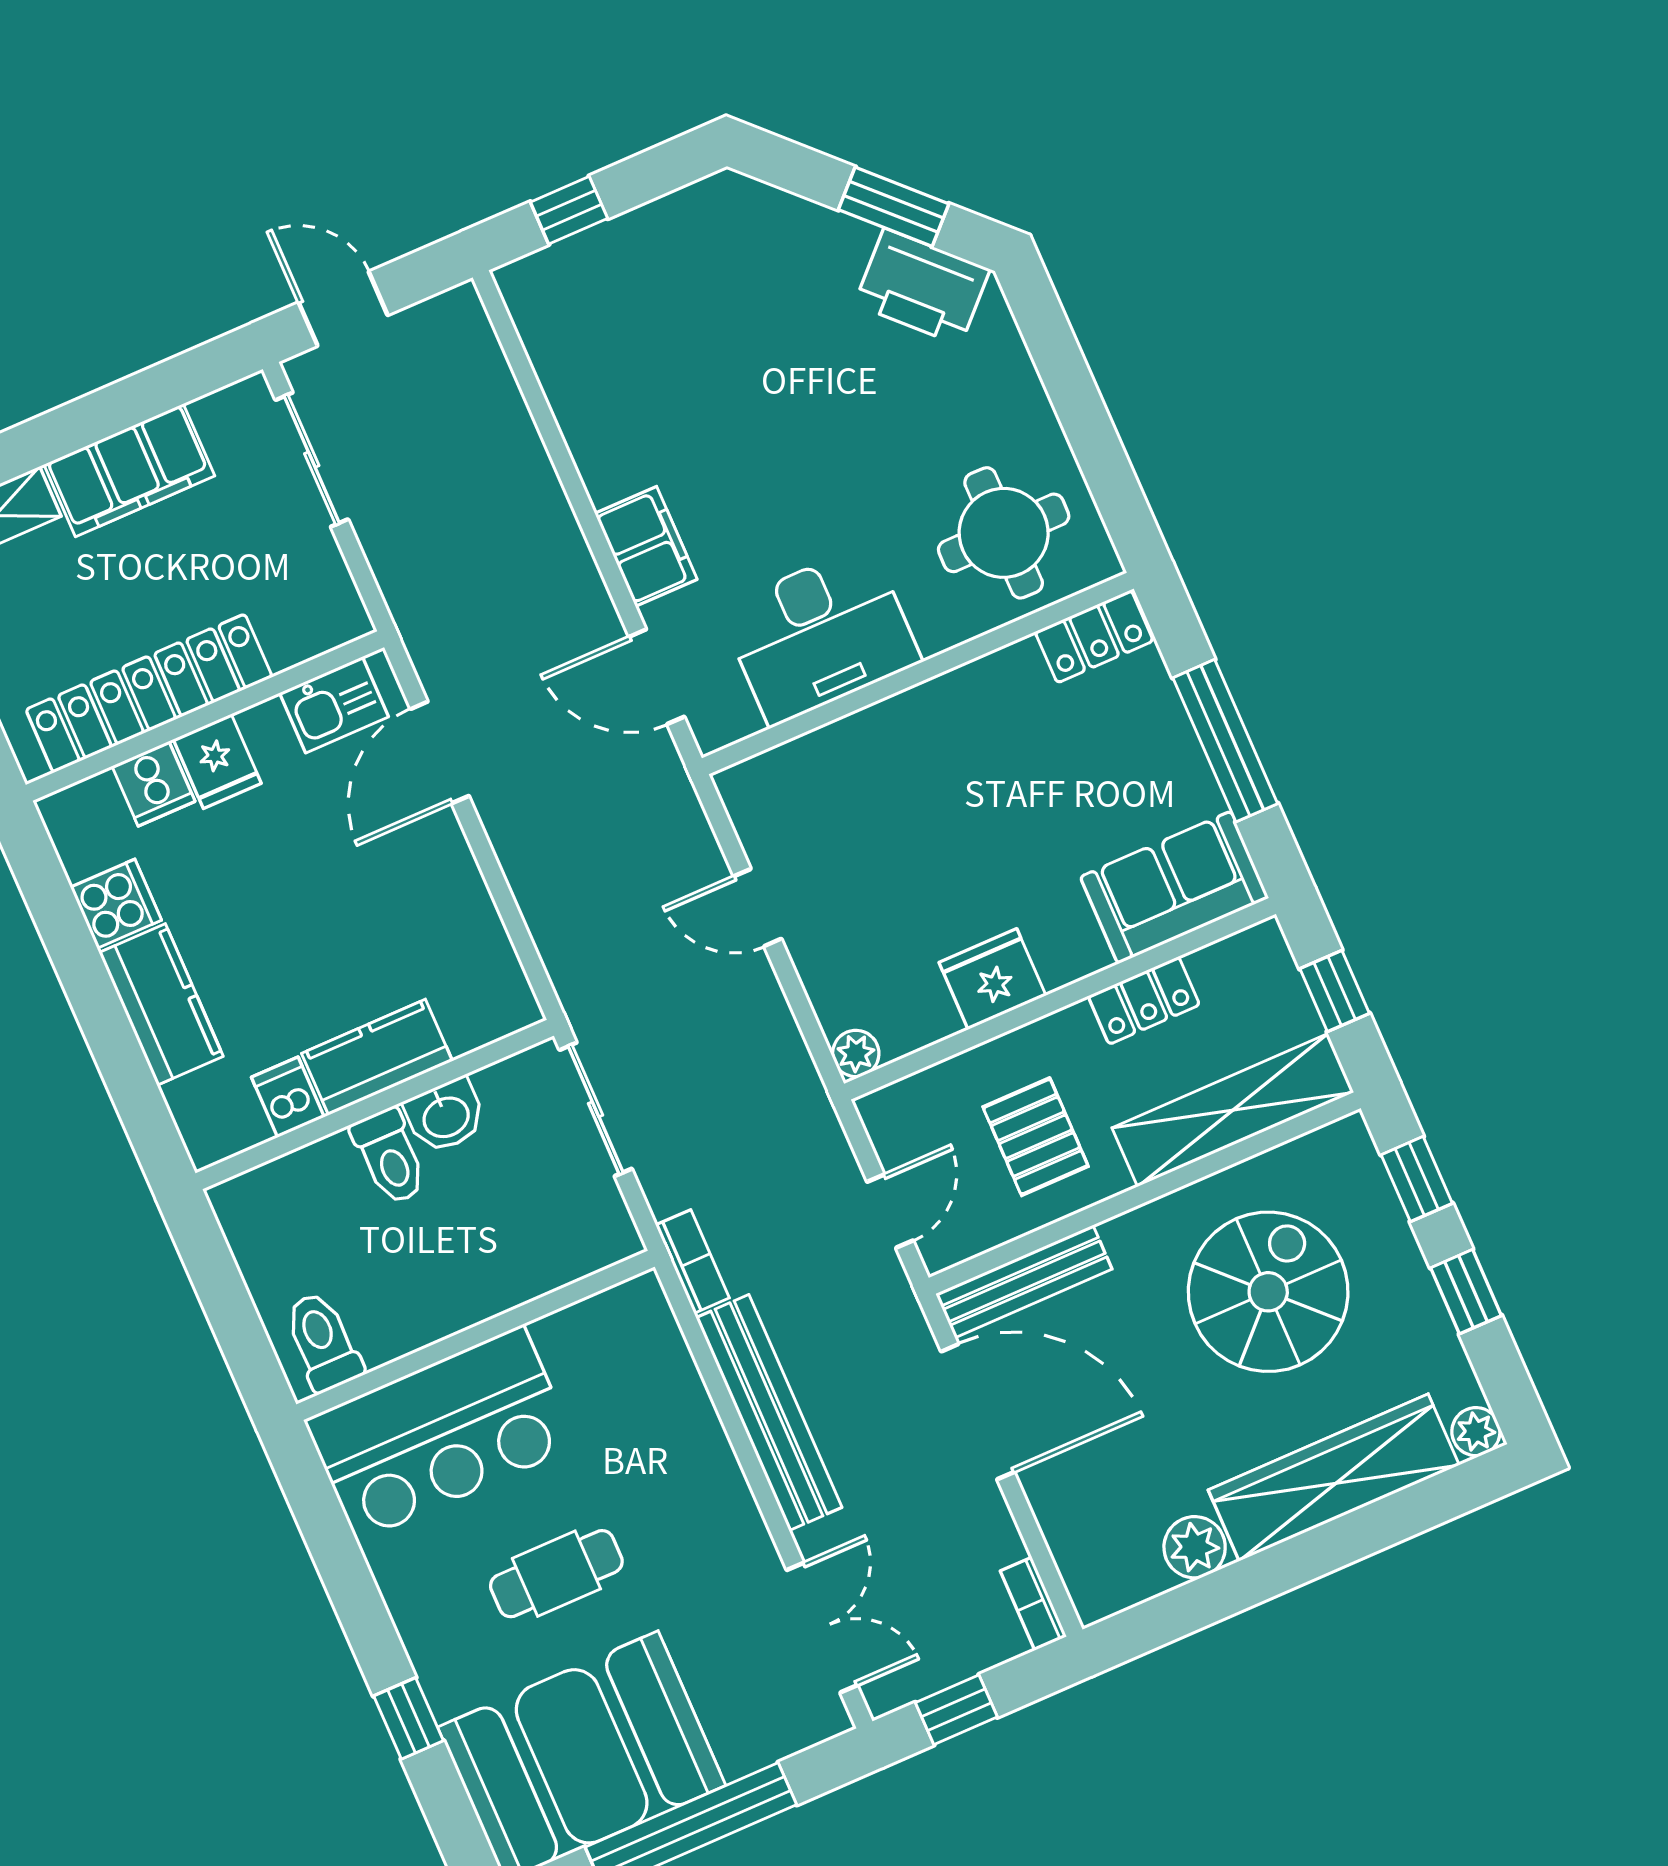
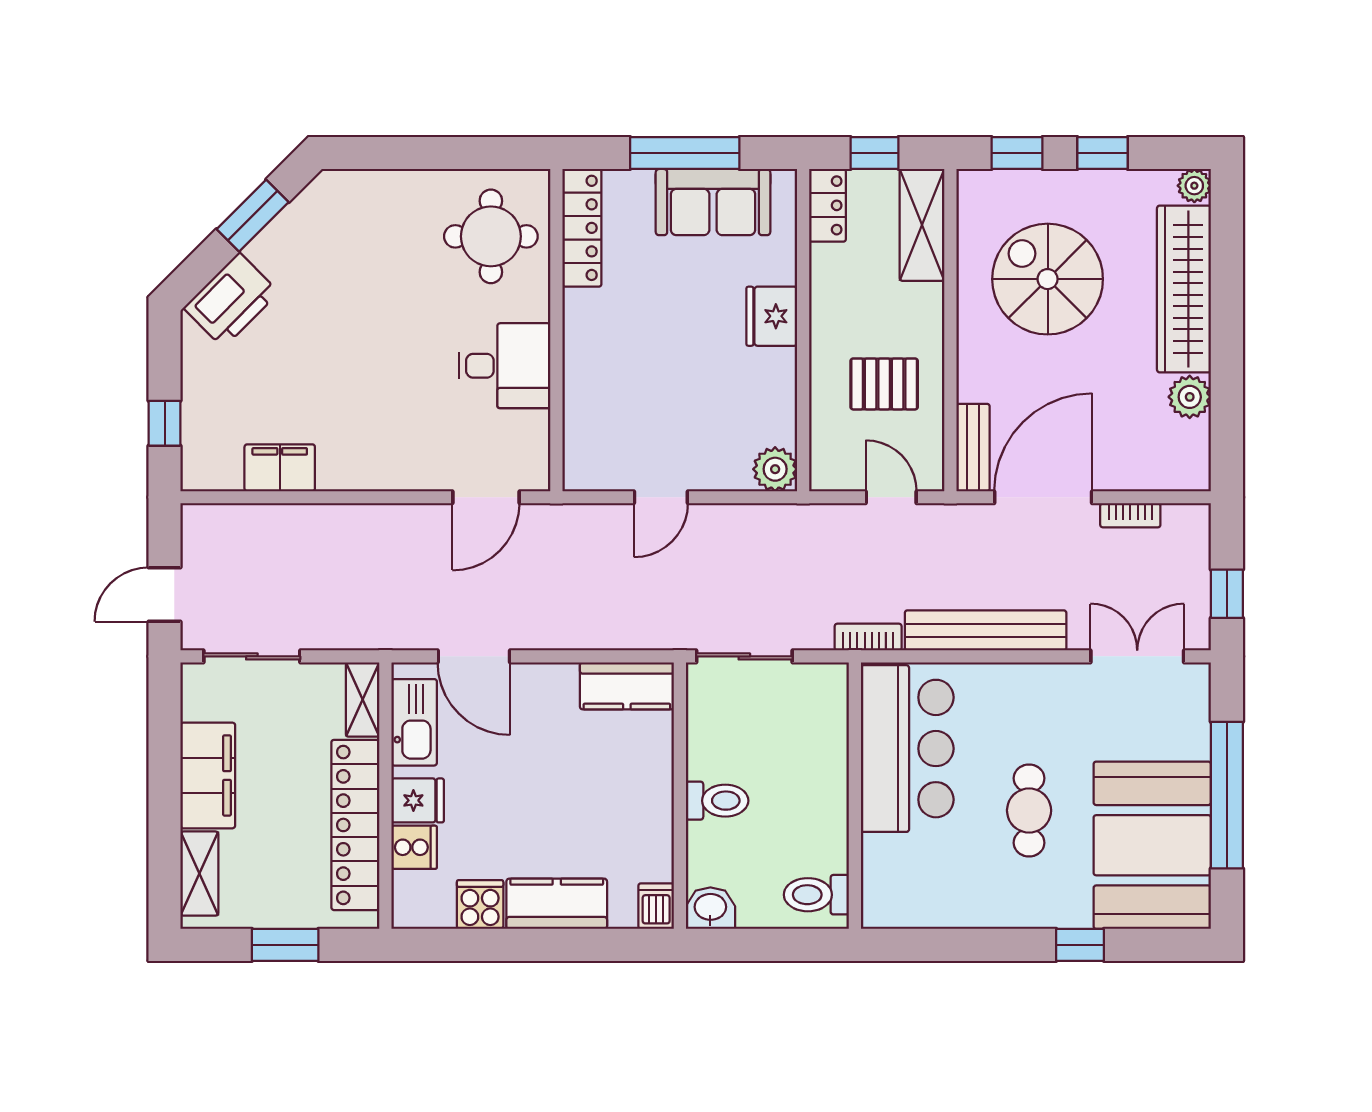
printer: (922, 287) -> (231, 300), moved
filing cabinet: (646, 546) -> (280, 468), moved
shelving: (319, 631) -> (363, 700), added
desk: (820, 635) -> (505, 366), width x0.73
locker: (1094, 636) -> (582, 228), width x1.53
kitchen sink: (334, 705) -> (414, 722), width x1.38
sofa: (1174, 887) -> (713, 202), moved, turned -90
fridge: (992, 979) -> (772, 316), moved
locker: (1144, 1000) -> (828, 205), moved
plant: (856, 1053) -> (775, 469), width x1.38, depth x1.38
kitchen counter: (377, 1057) -> (627, 686), moved, turned -90
dishwasher: (288, 1097) -> (656, 906), moved, turned 90
shelving: (1233, 1110) -> (922, 225), width x0.68
washbasin: (445, 1116) -> (710, 908), moved, turned -90
bench: (1024, 1281) -> (973, 448), width x0.73
bar counter: (440, 1433) -> (907, 749), moved
bookcase: (1033, 1604) -> (1130, 515), moved

